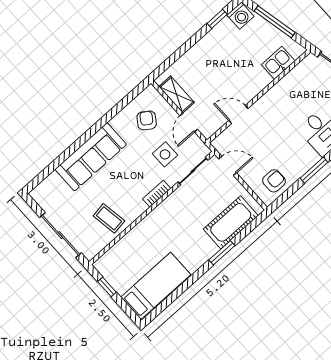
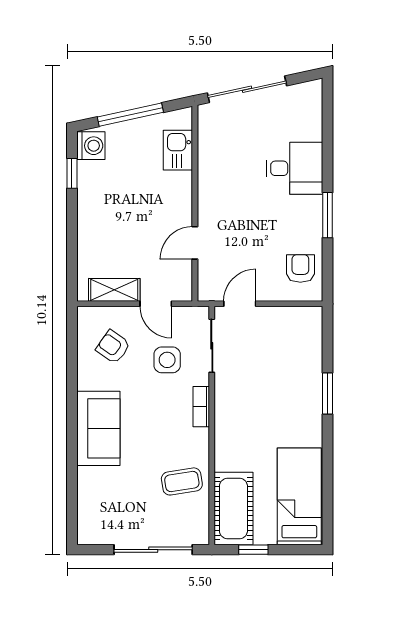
sofa: (91, 157) -> (98, 428), width x0.73
cot: (231, 222) -> (233, 508), moved

